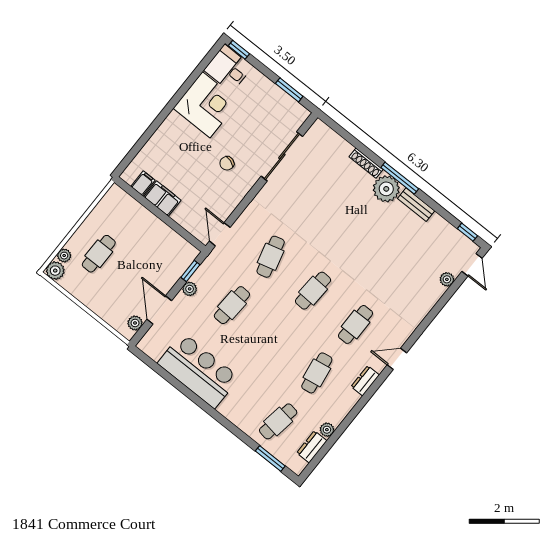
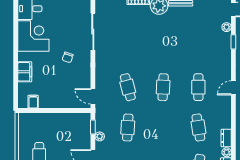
filing cabinet: (162, 198) -> (25, 72), moved, turned 90
window: (441, 304) -> (233, 42), added
dresser: (365, 381) -> (226, 138), moved

